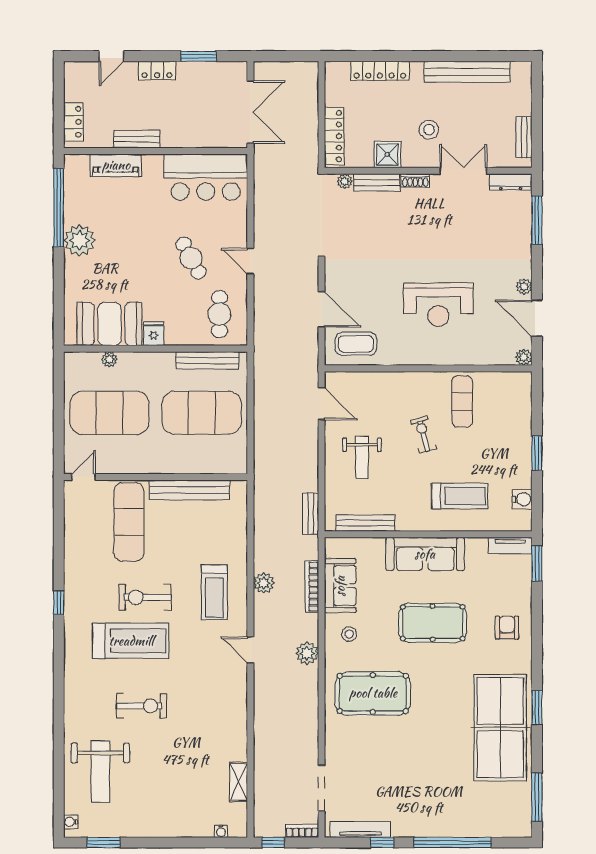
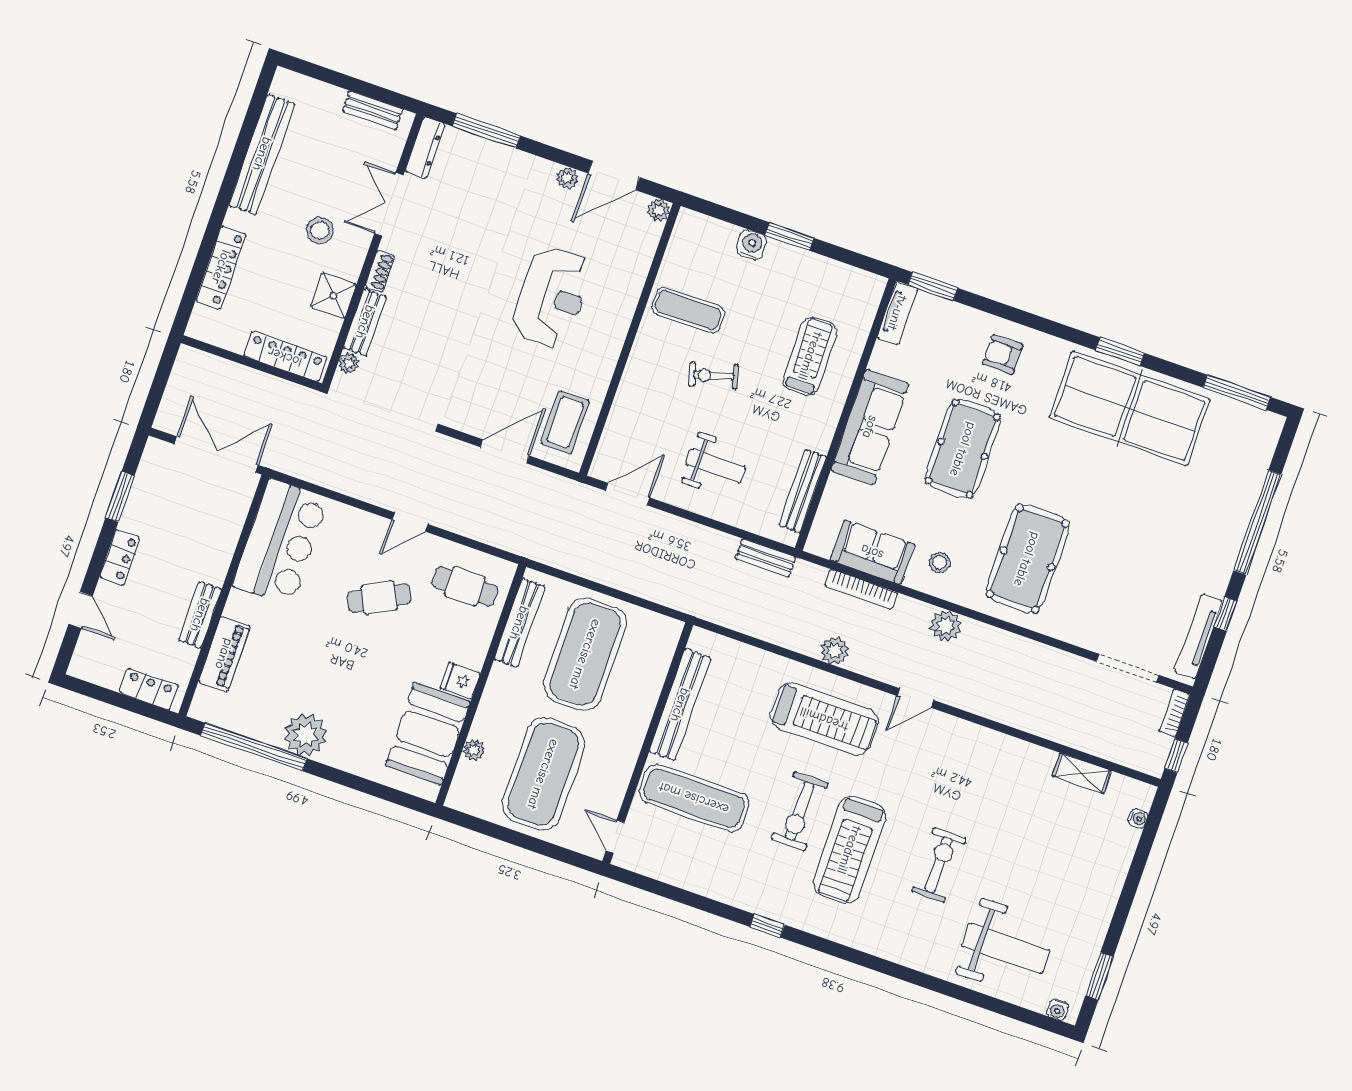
water cooler: (522, 499) -> (751, 245), moved
treadmill: (214, 592) -> (824, 719), width x1.37, depth x1.38
treadmill: (131, 641) -> (849, 850), turned 180

